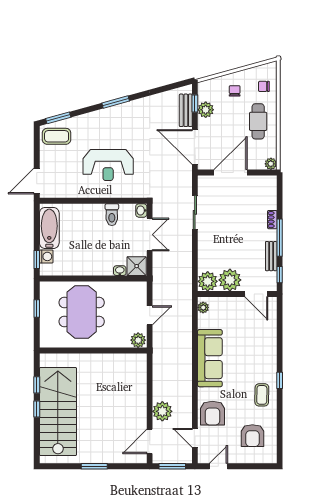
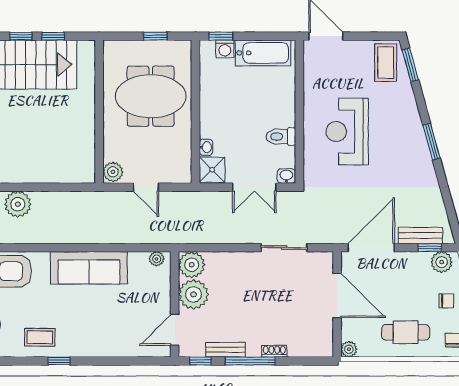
plant: (206, 110) -> (442, 262), moved

